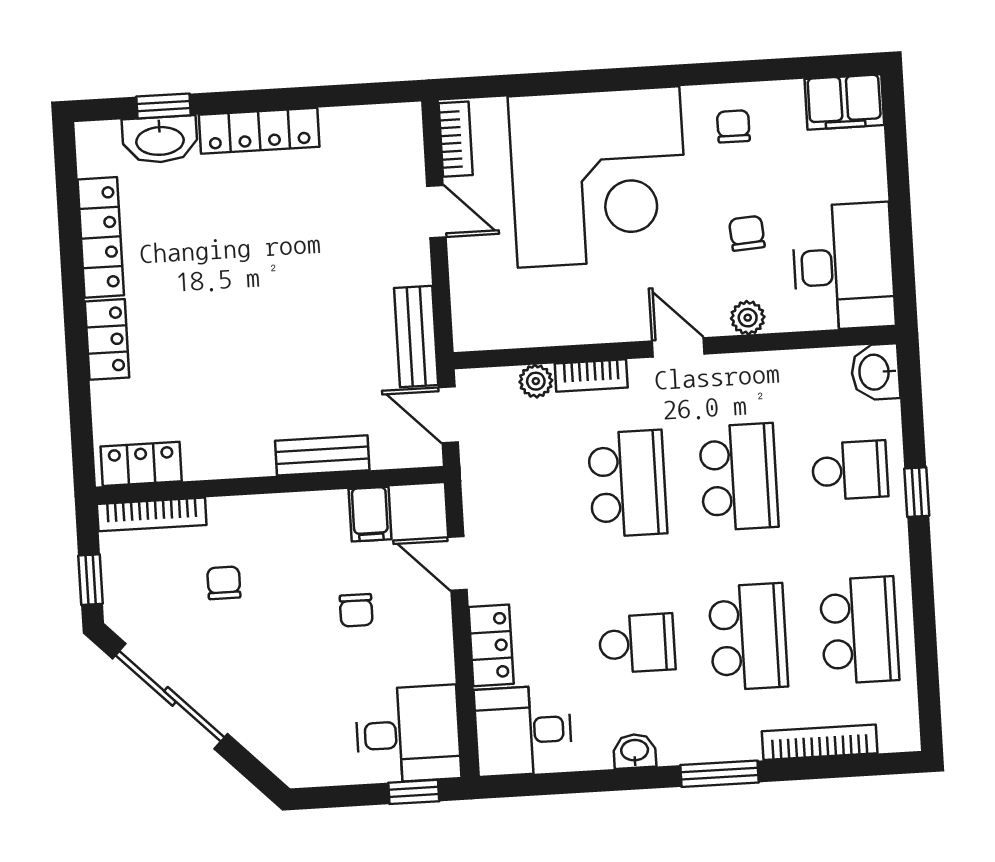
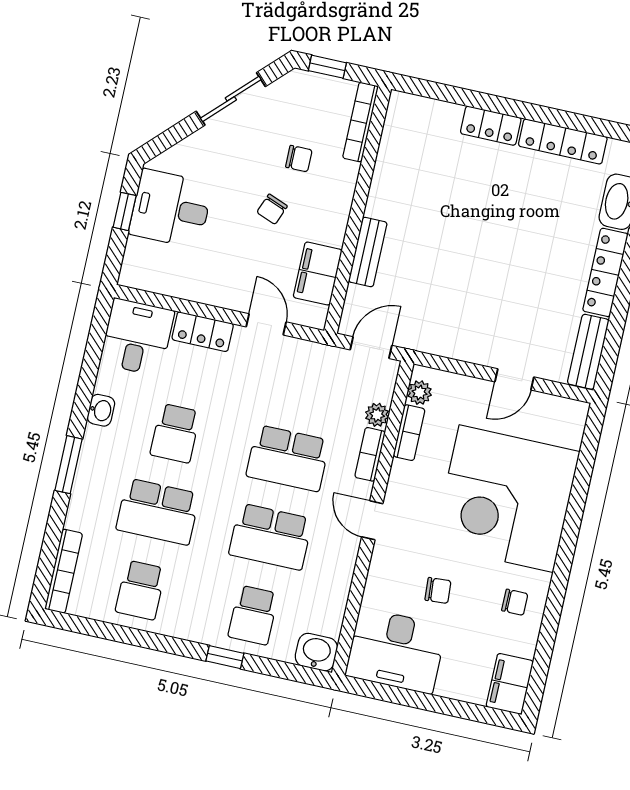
bookcase: (456, 139) -> (409, 433), moved, turned -90
plant: (748, 318) -> (420, 393), moved
bench: (416, 336) -> (588, 352), moved, turned 90
door: (678, 347) -> (372, 520), swing flipped
locker: (141, 464) -> (398, 125), removed
filing cabinet: (370, 514) -> (318, 274), width x2.00
door: (457, 563) -> (266, 324), hinge flipped
chair: (356, 610) -> (272, 209), moved, turned -69
school desk: (859, 630) -> (140, 590), width x0.54
sliding door: (170, 696) -> (231, 99), width x0.73
desk: (408, 734) -> (171, 209), moved, turned 90
bookcase: (820, 742) -> (64, 571), moved
window: (414, 792) -> (125, 211), moved

